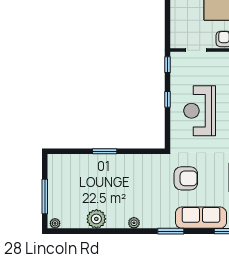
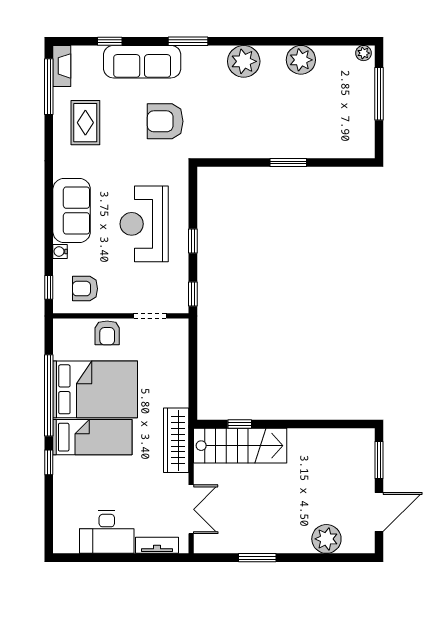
reception desk: (200, 111) -> (144, 224), turned 180
plant: (134, 223) -> (244, 61), width x1.87, depth x1.87

